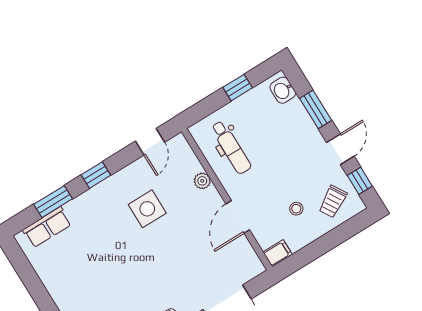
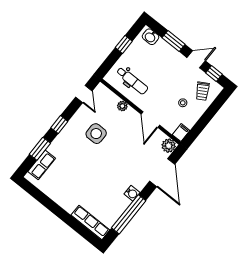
door: (340, 149) -> (196, 59), hinge flipped
plant: (251, 266) -> (169, 146), added

